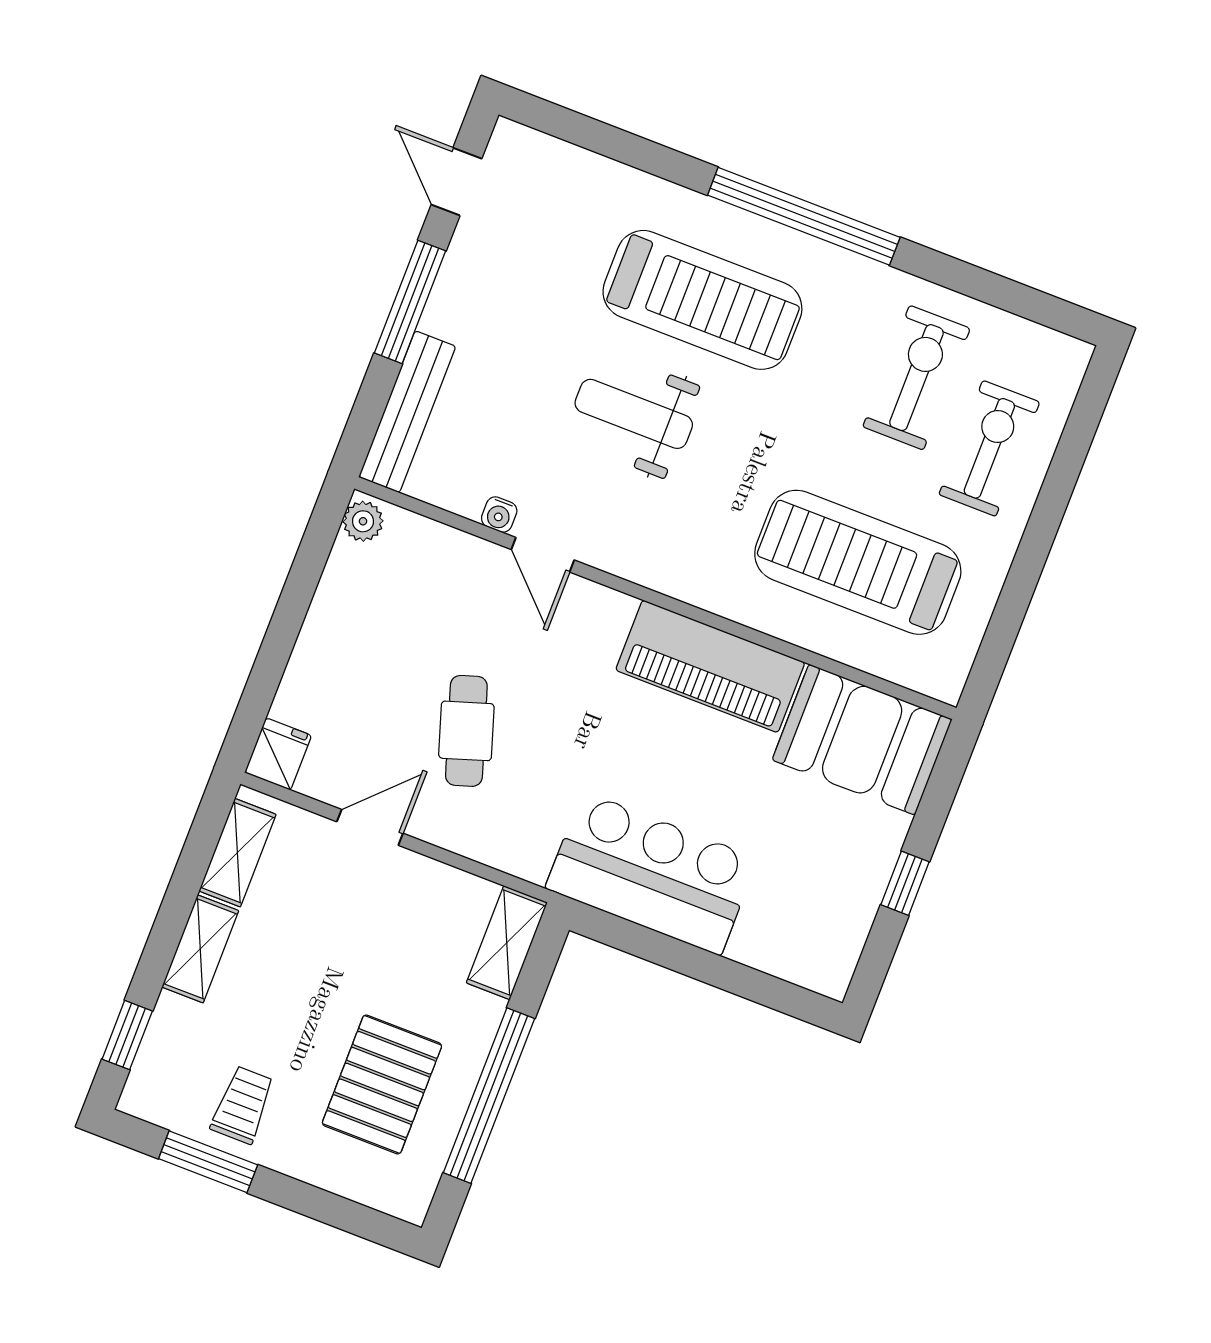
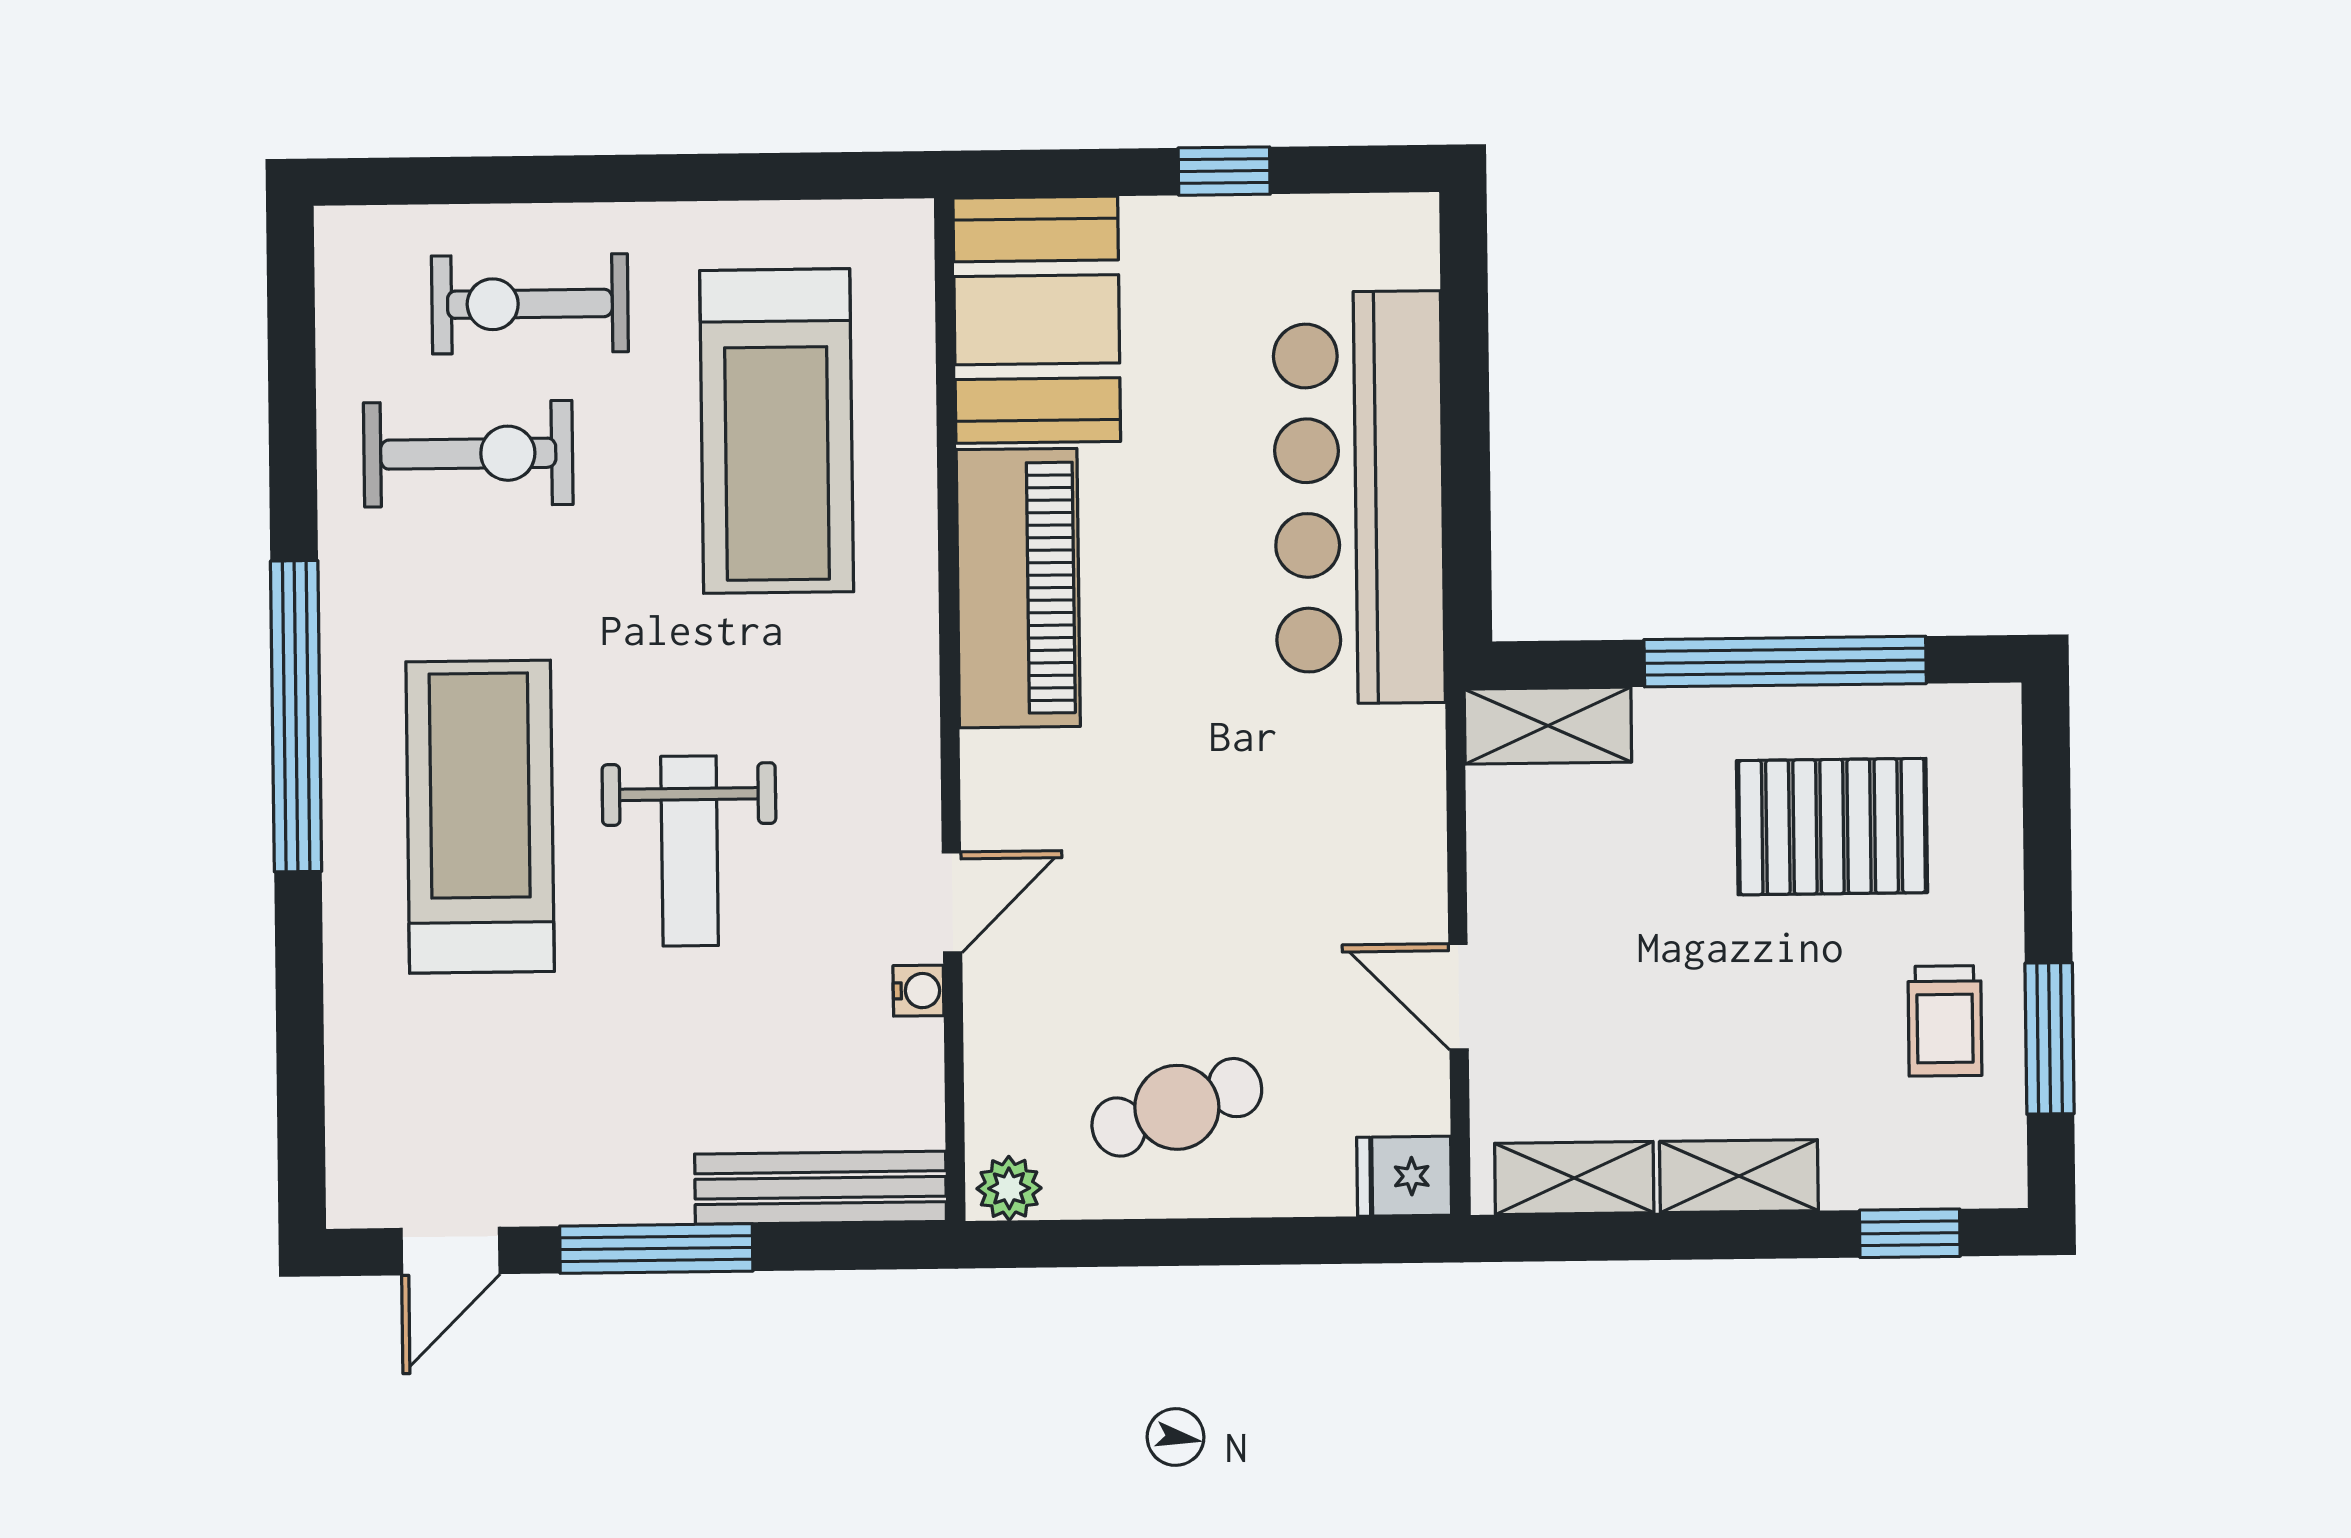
exercise bike: (916, 378) -> (468, 454), turned 180
cafe table: (466, 731) -> (1177, 1107), moved
bar counter: (652, 873) -> (1359, 497), width x1.36
trolley: (243, 1105) -> (1945, 1021), turned -90

